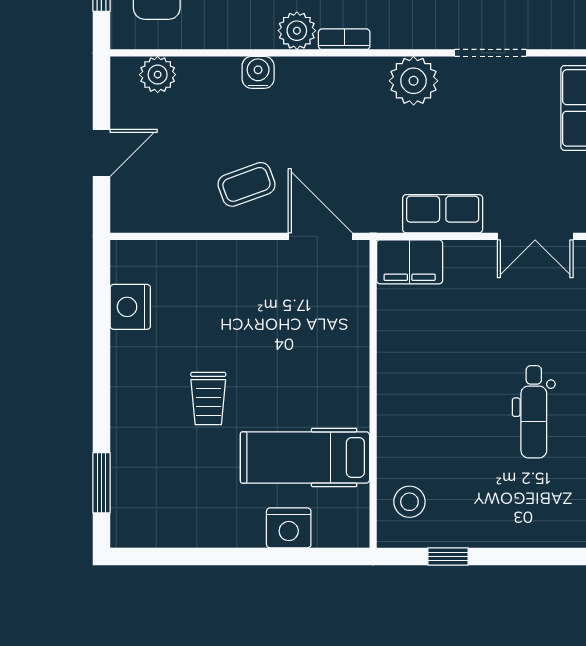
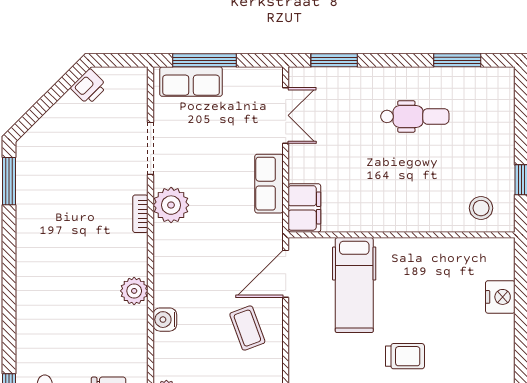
bookcase: (344, 39) -> (140, 214), moved
hospital bed: (305, 457) -> (354, 285), moved

